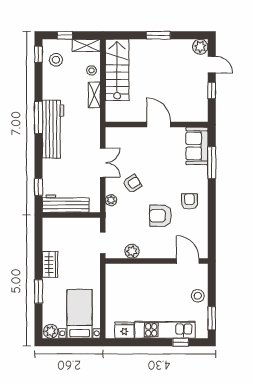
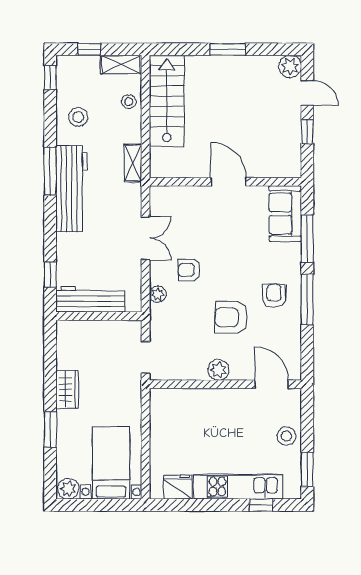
stool: (56, 60) -> (78, 117), moved
shelving: (94, 95) -> (133, 163), moved
armchair: (132, 184) -> (189, 270), turned -148
window: (212, 204) -> (307, 299), added
plant: (132, 251) -> (218, 370), moved

